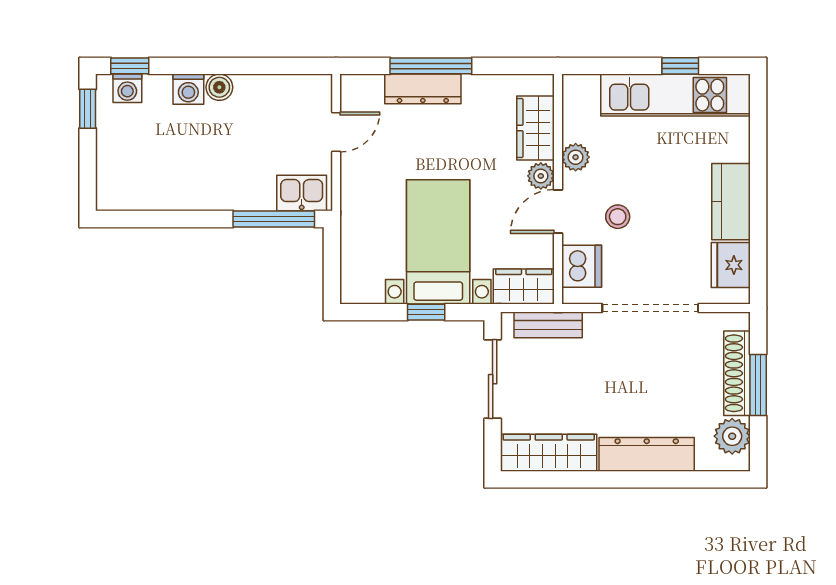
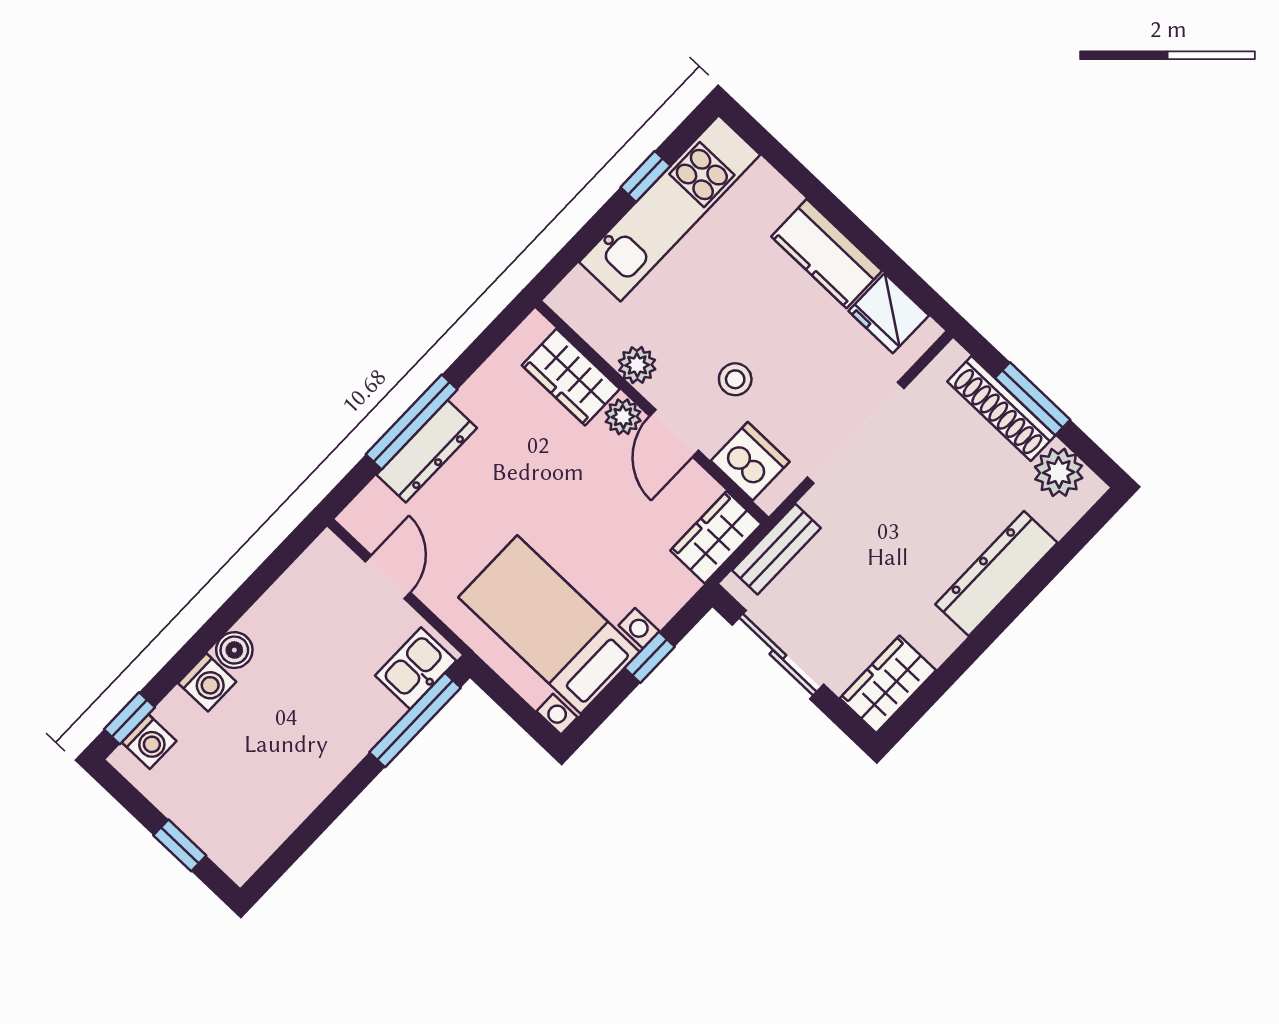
window: (88, 109) -> (180, 845), moved
bed with nightstands: (438, 242) -> (549, 625), moved
wardrobe: (549, 453) -> (888, 684), width x0.67

